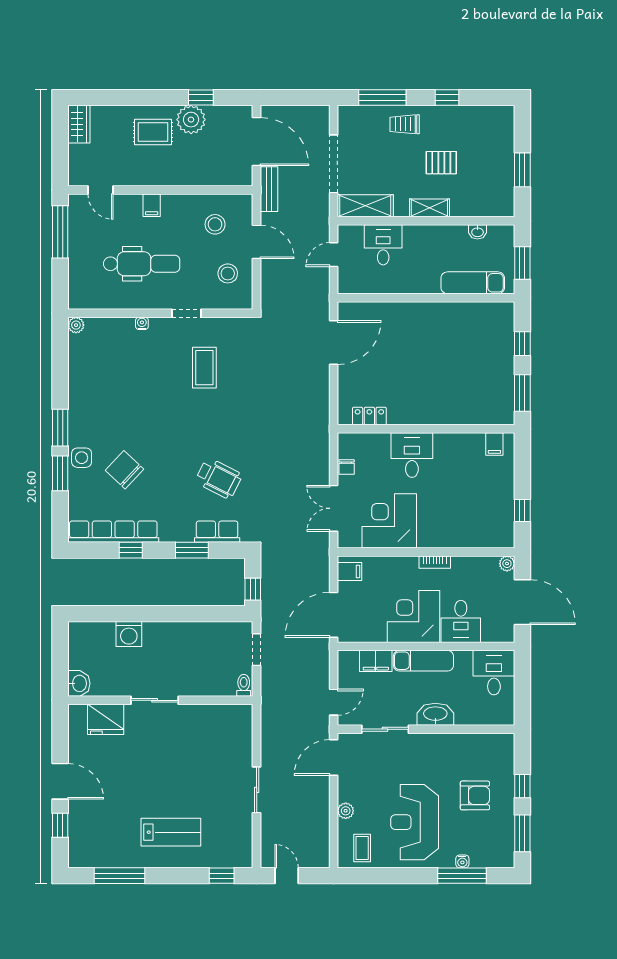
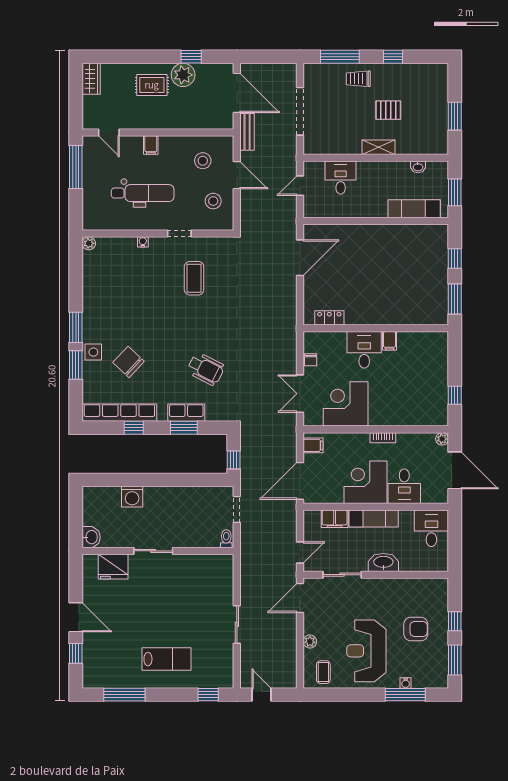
shelving: (365, 206) -> (326, 145), removed
filing cabinet: (494, 444) -> (389, 341), moved
row of seats: (217, 532) -> (186, 413), moved

